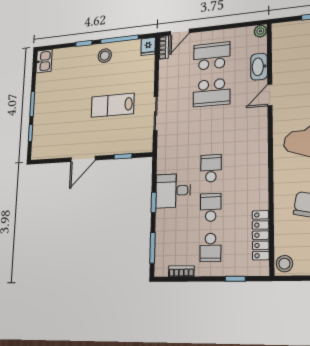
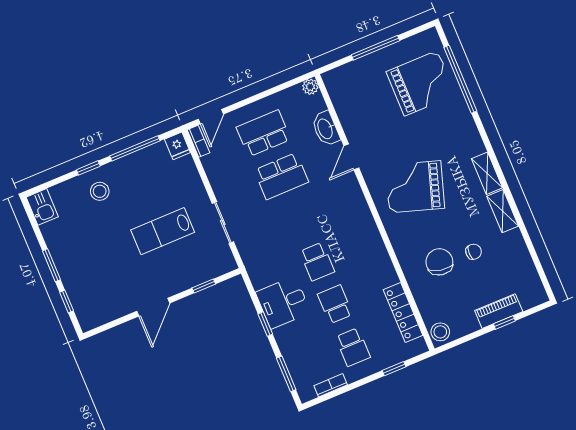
stool: (105, 56) -> (100, 191), moved
school desk: (211, 168) -> (317, 262), turned 180

